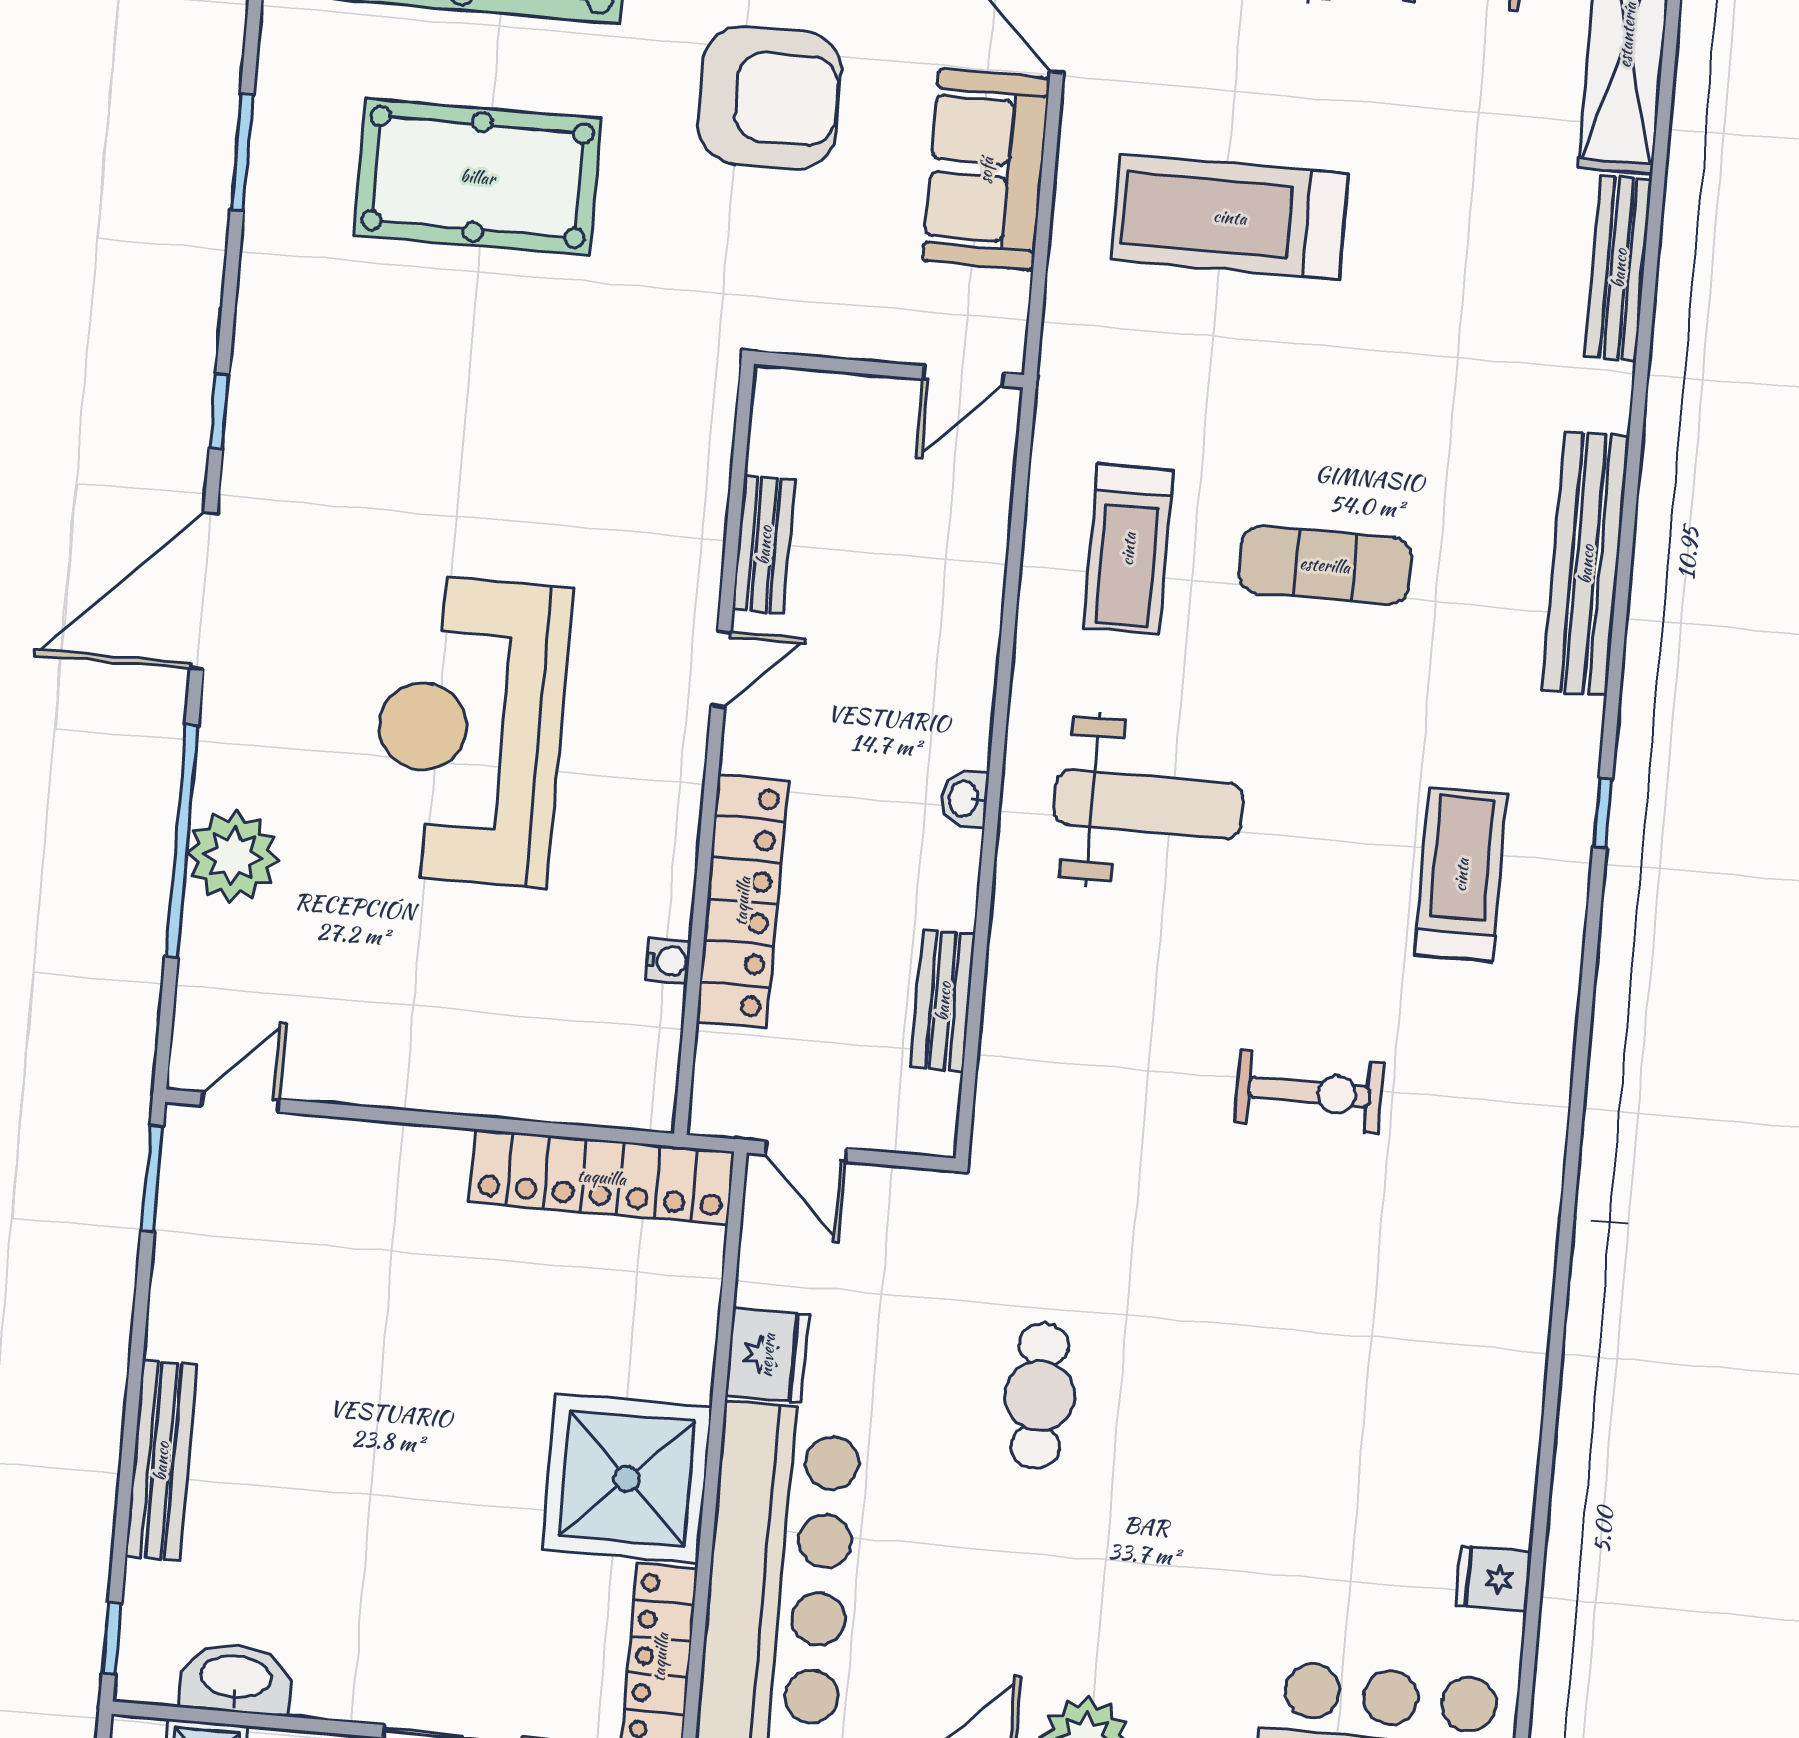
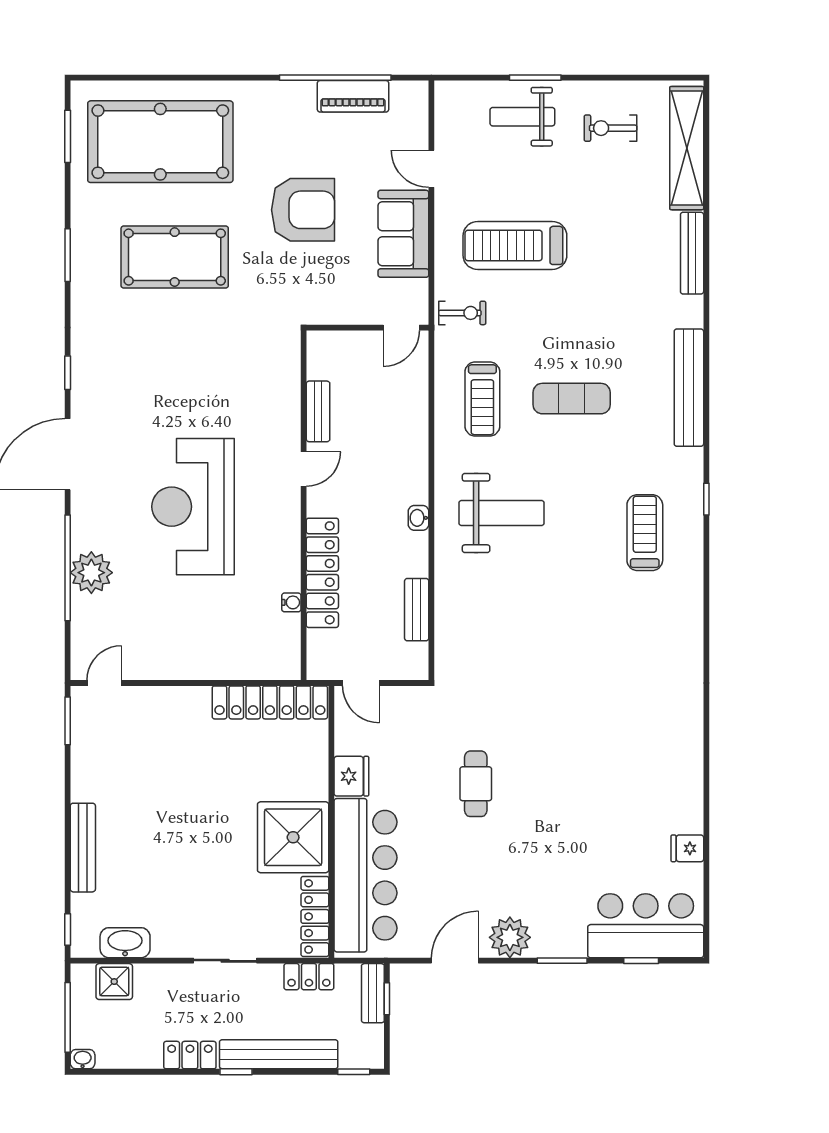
exercise bike: (1309, 1092) -> (462, 313), moved, width x0.73, depth x0.72

